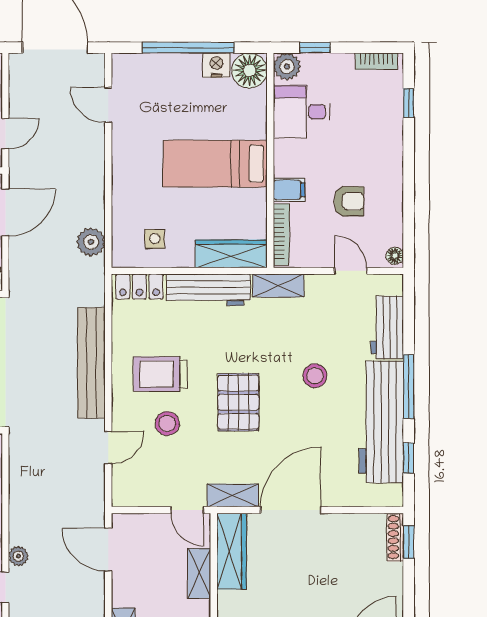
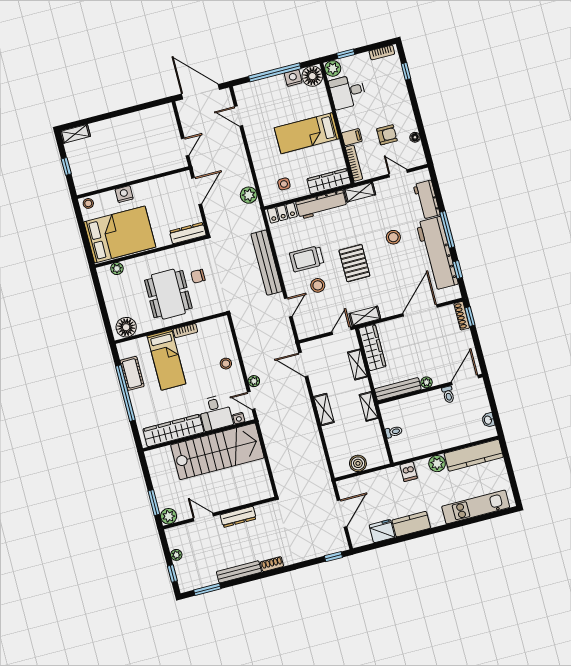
floor lamp: (395, 256) -> (415, 137), moved
door: (187, 510) -> (342, 331), swing flipped
door: (291, 510) -> (420, 310), moved

